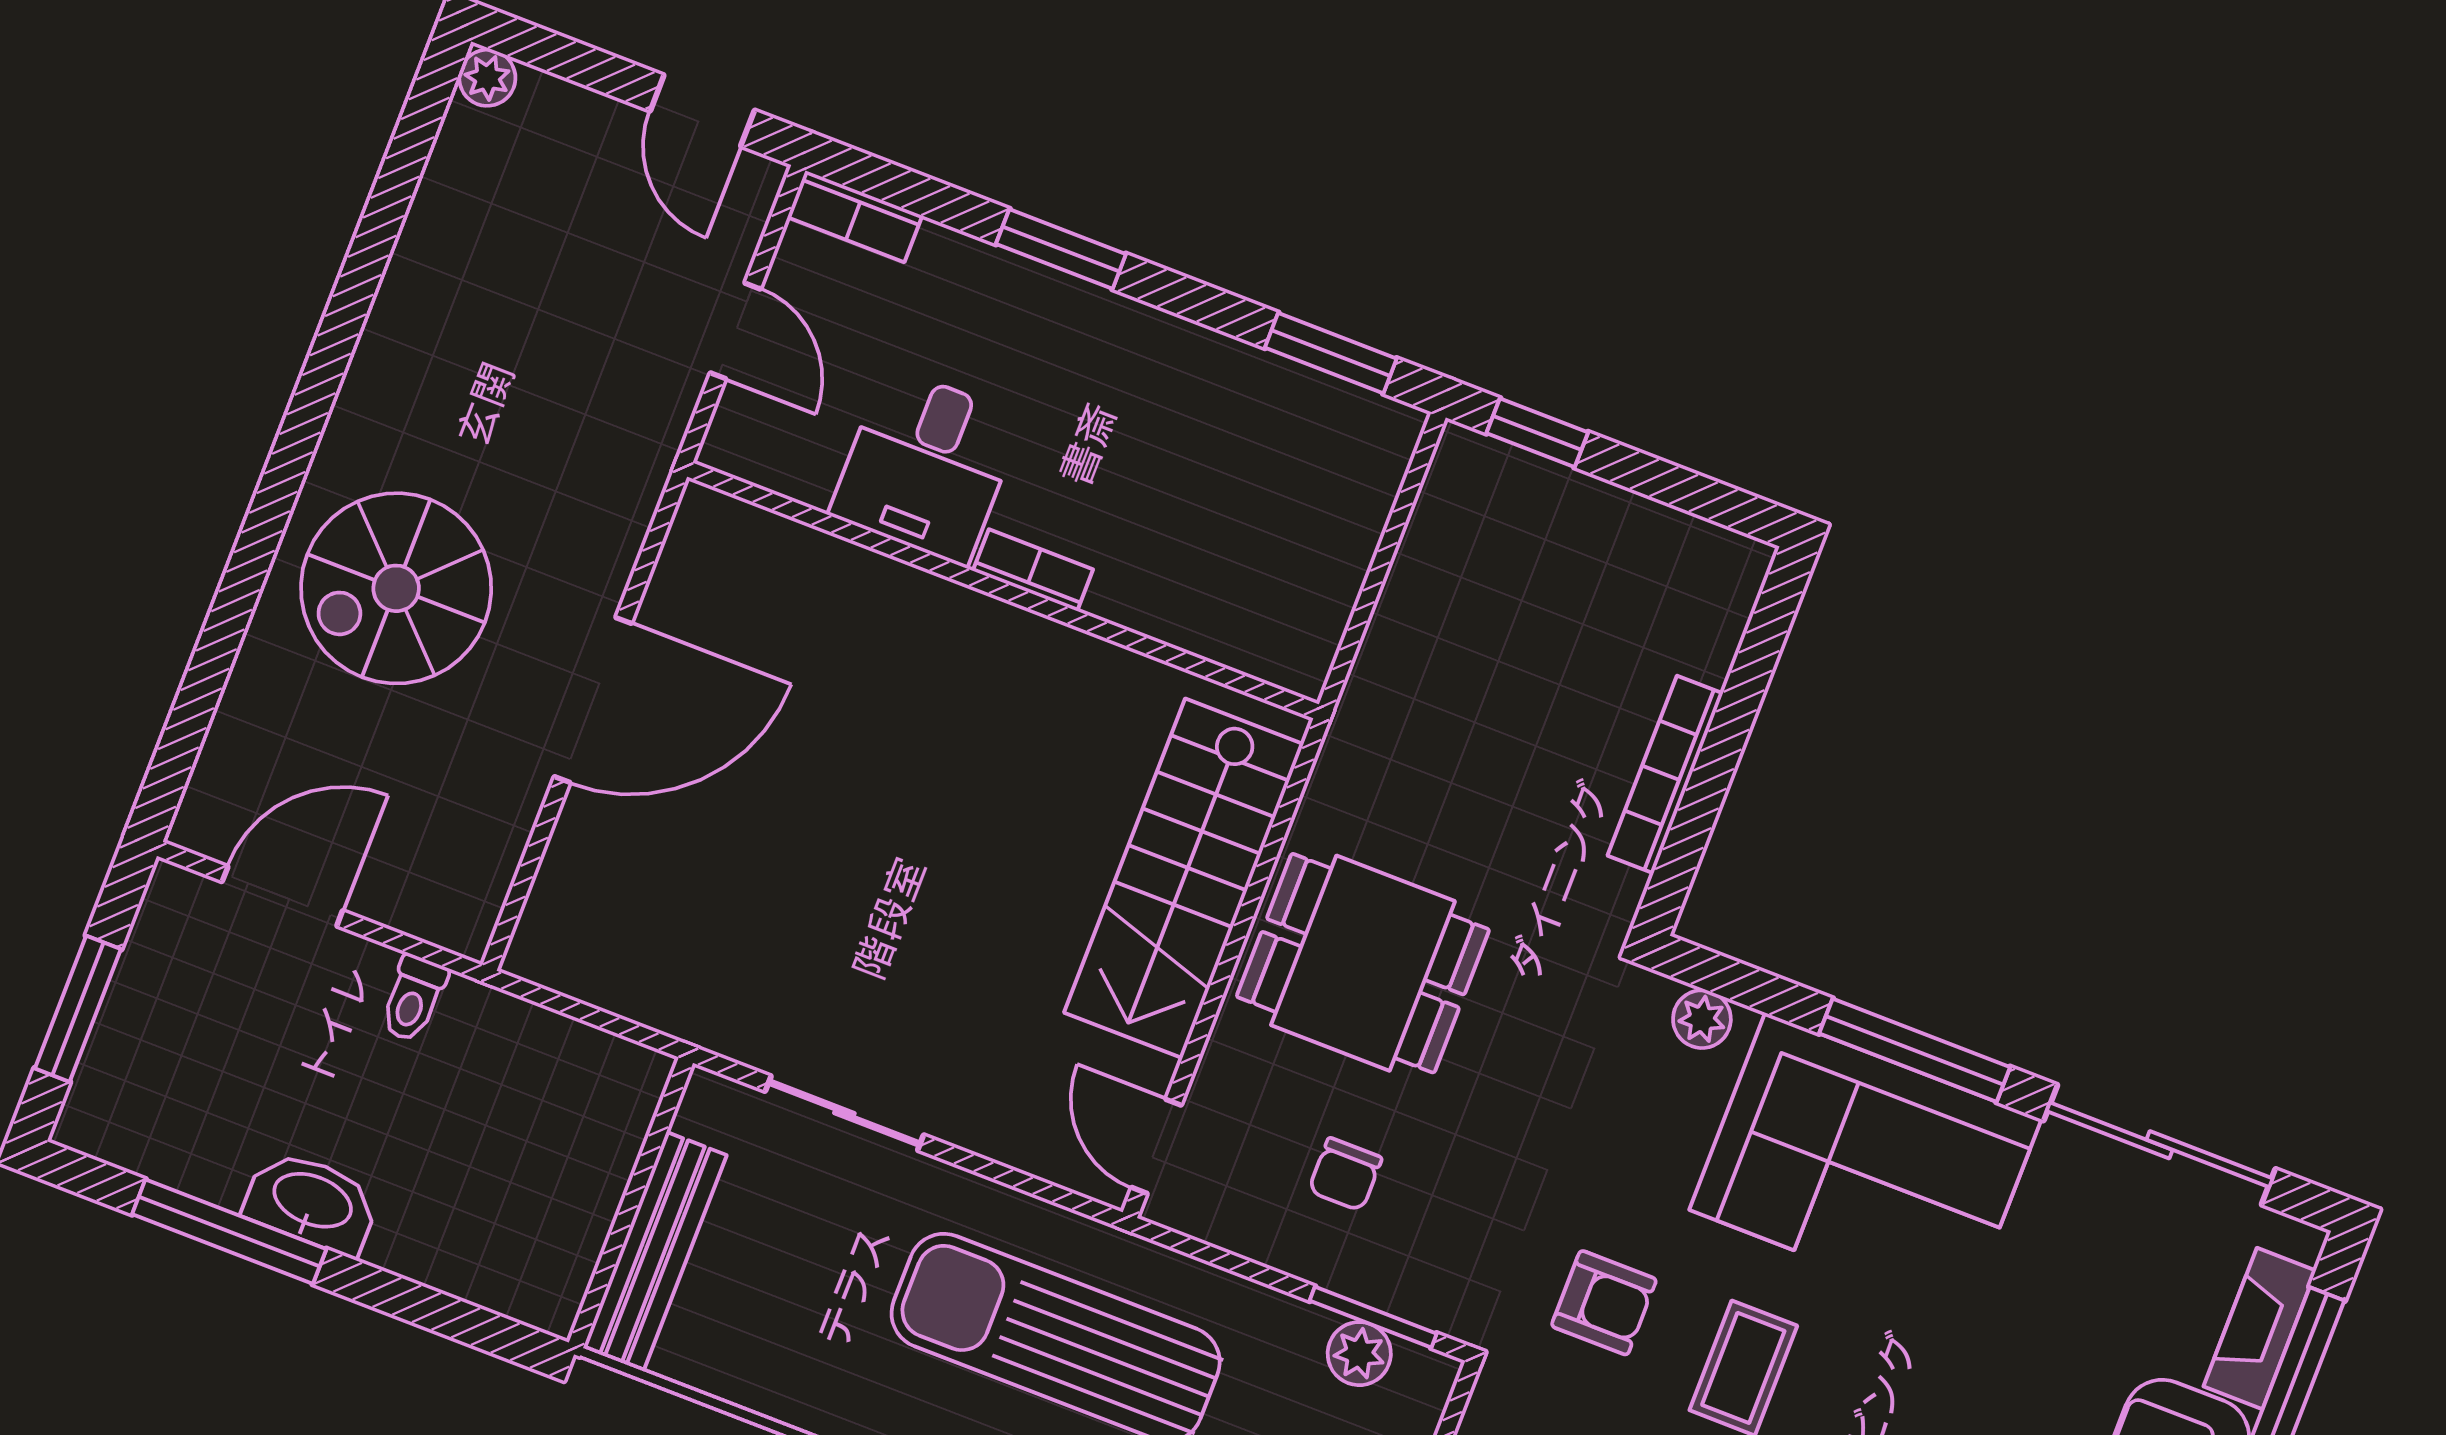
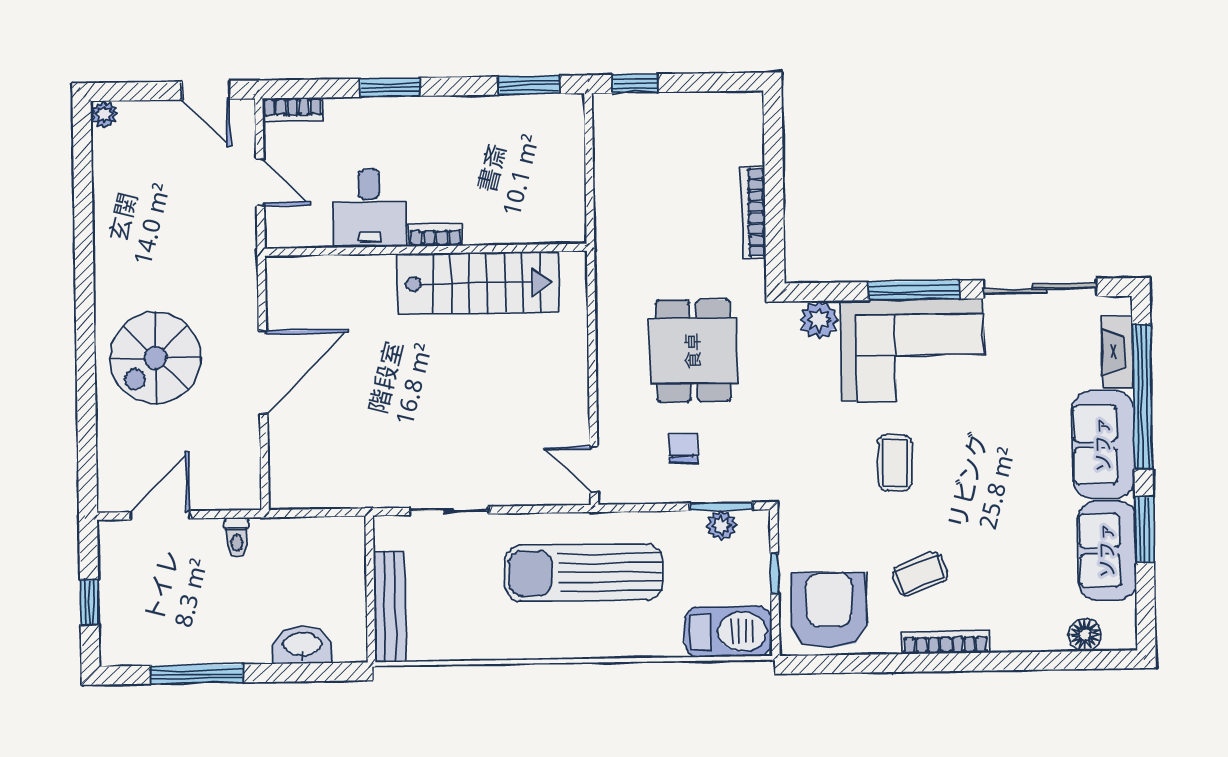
stairs: (1184, 878) -> (478, 283), moved, turned -90
dining table: (1363, 963) -> (693, 351), moved, turned 90
window: (78, 1009) -> (89, 602), width x0.67
plant: (1702, 1019) -> (819, 320), width x1.38, depth x1.38
chair: (1345, 1174) -> (683, 448), turned 180
washbasin: (312, 1202) -> (302, 645), moved
armchair: (1604, 1303) -> (821, 459), removed

